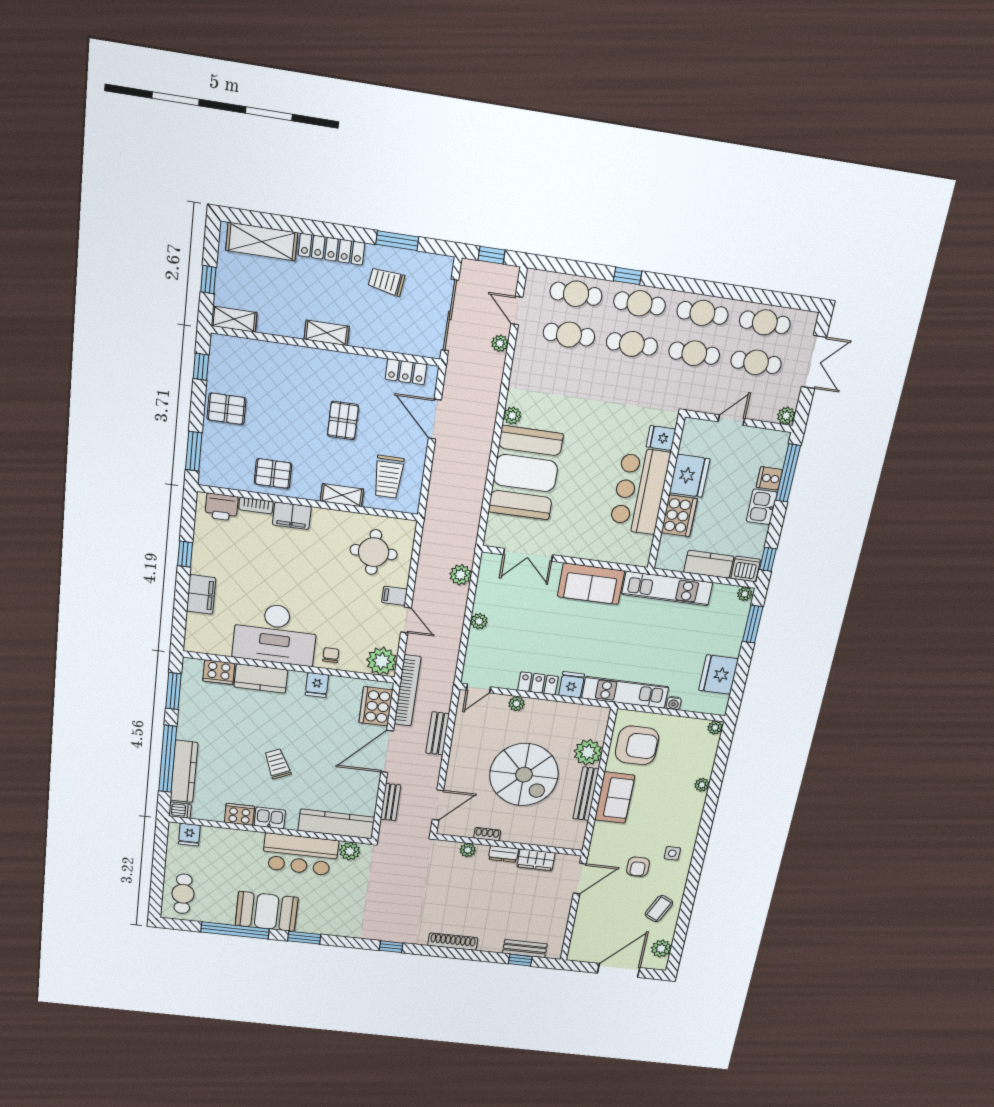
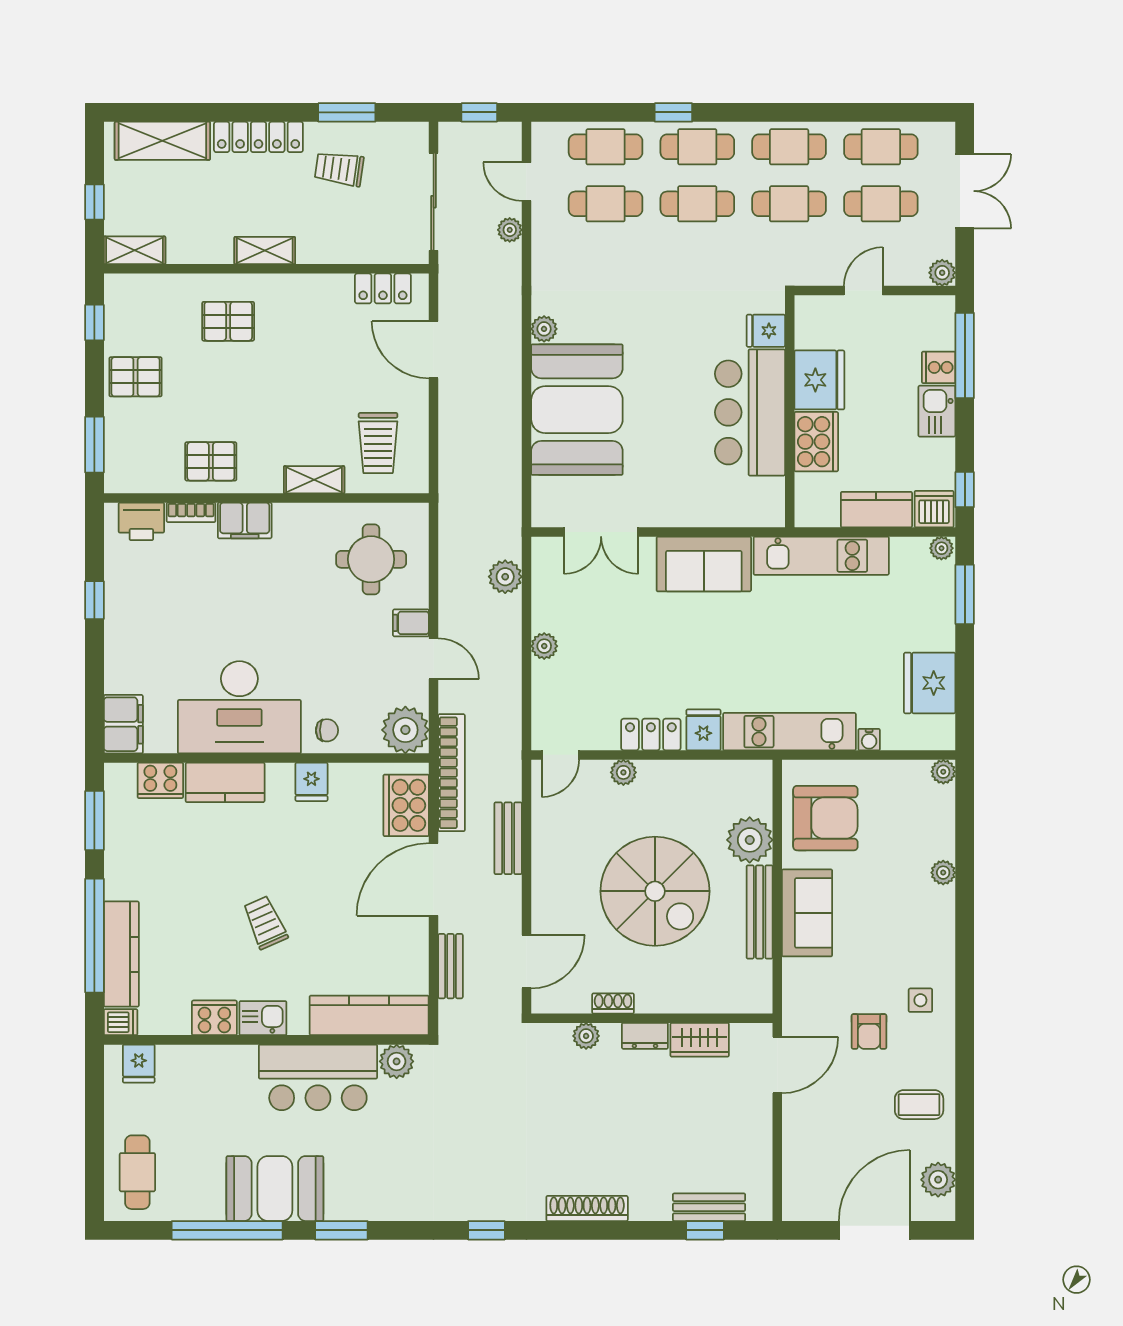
pallet: (343, 420) -> (228, 321), moved, turned 90
filing cabinet: (201, 594) -> (123, 724), moved
chair: (331, 655) -> (327, 730), turned 90
coffee table: (659, 909) -> (919, 1105), turned 64

